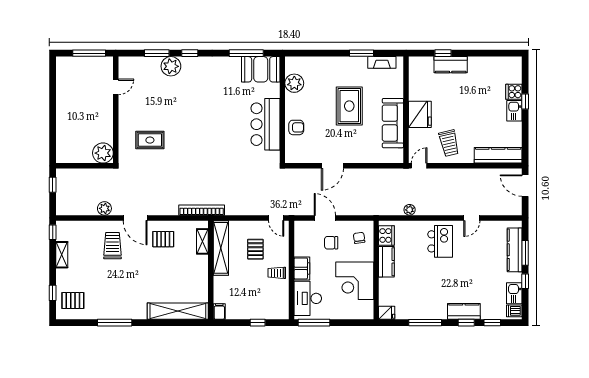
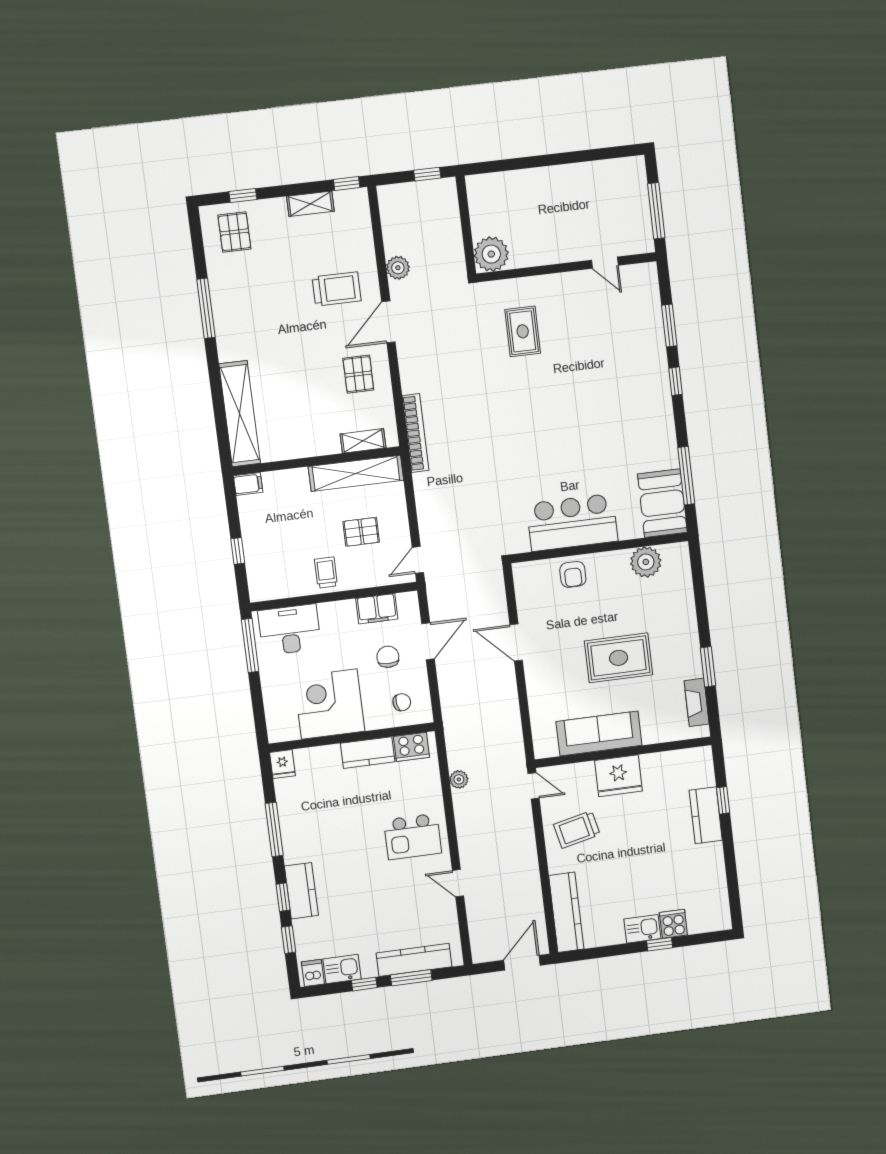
plant: (171, 66) -> (650, 352), removed
filing cabinet: (302, 268) -> (377, 609), moved

